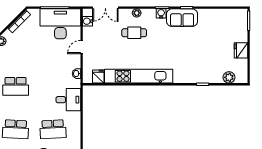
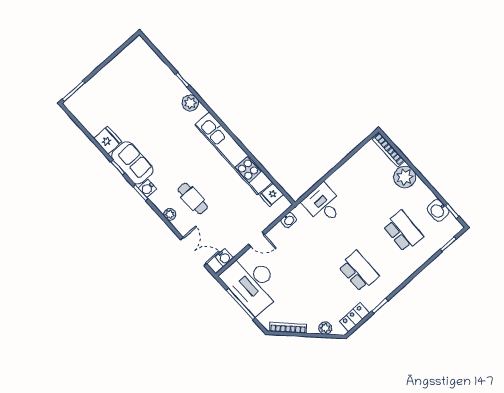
fridge: (241, 50) -> (108, 140), moved, turned -90
plant: (229, 77) -> (190, 103), moved
school desk: (53, 129) -> (368, 193), removed

